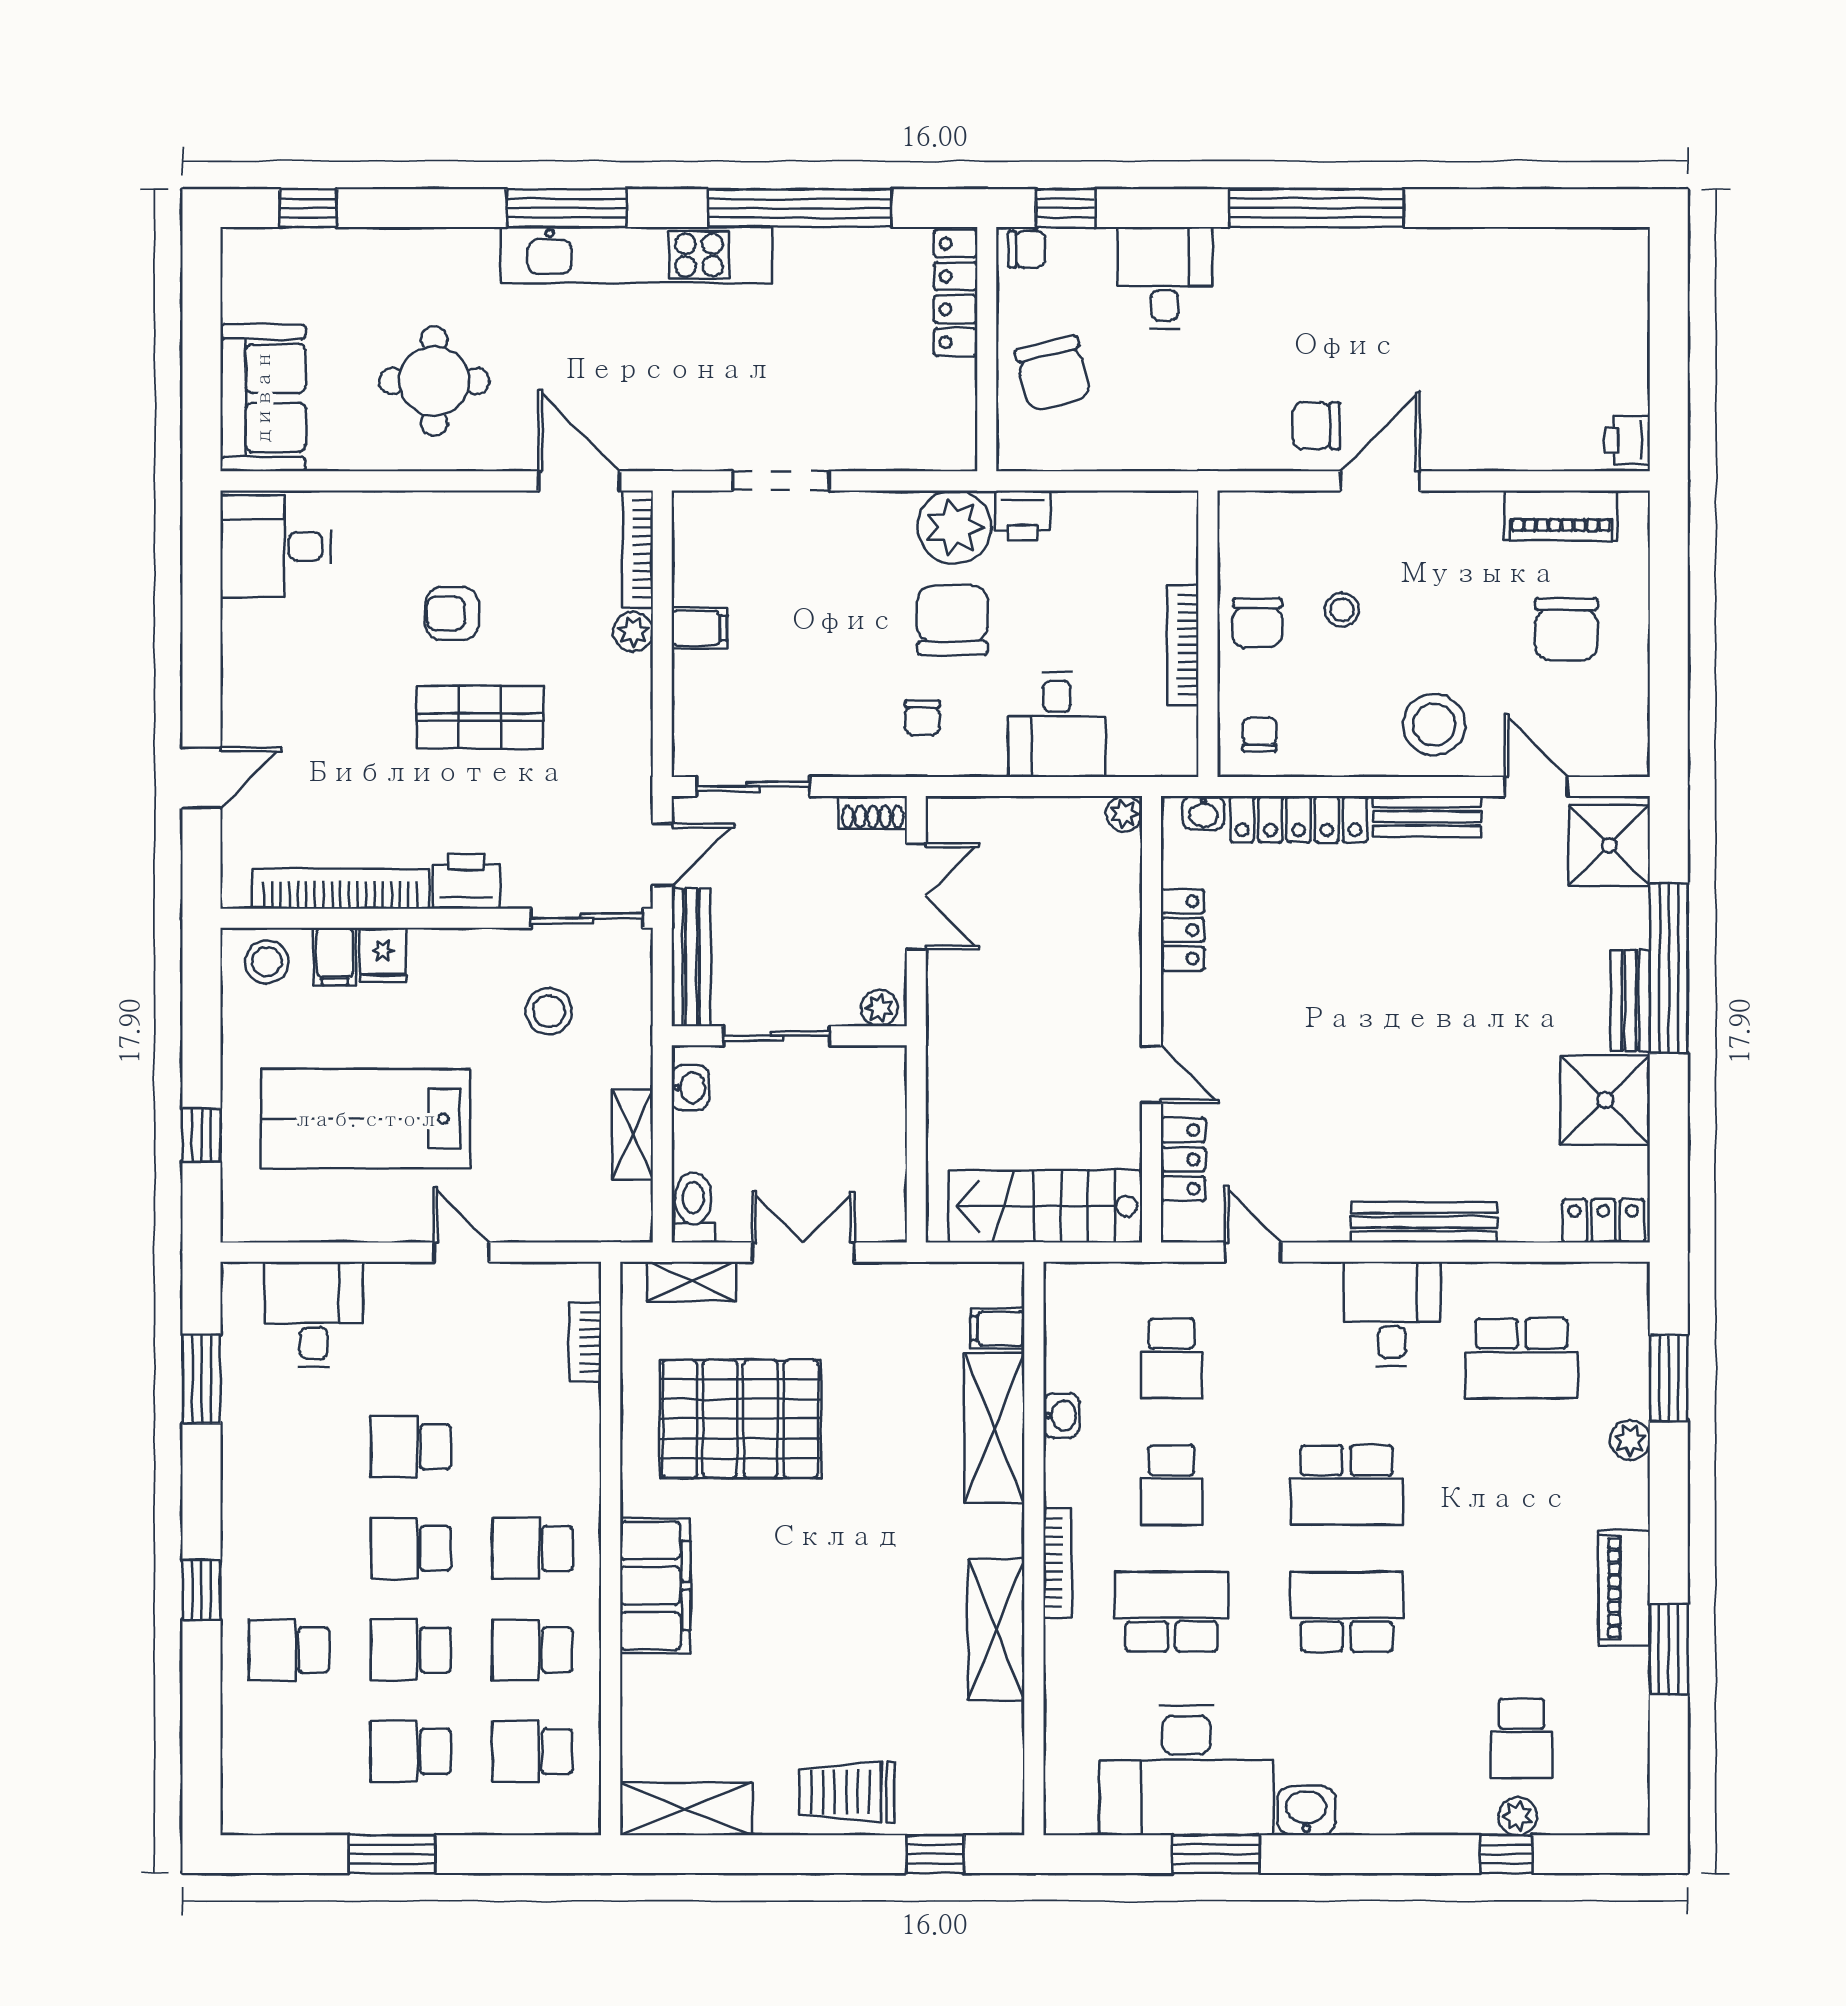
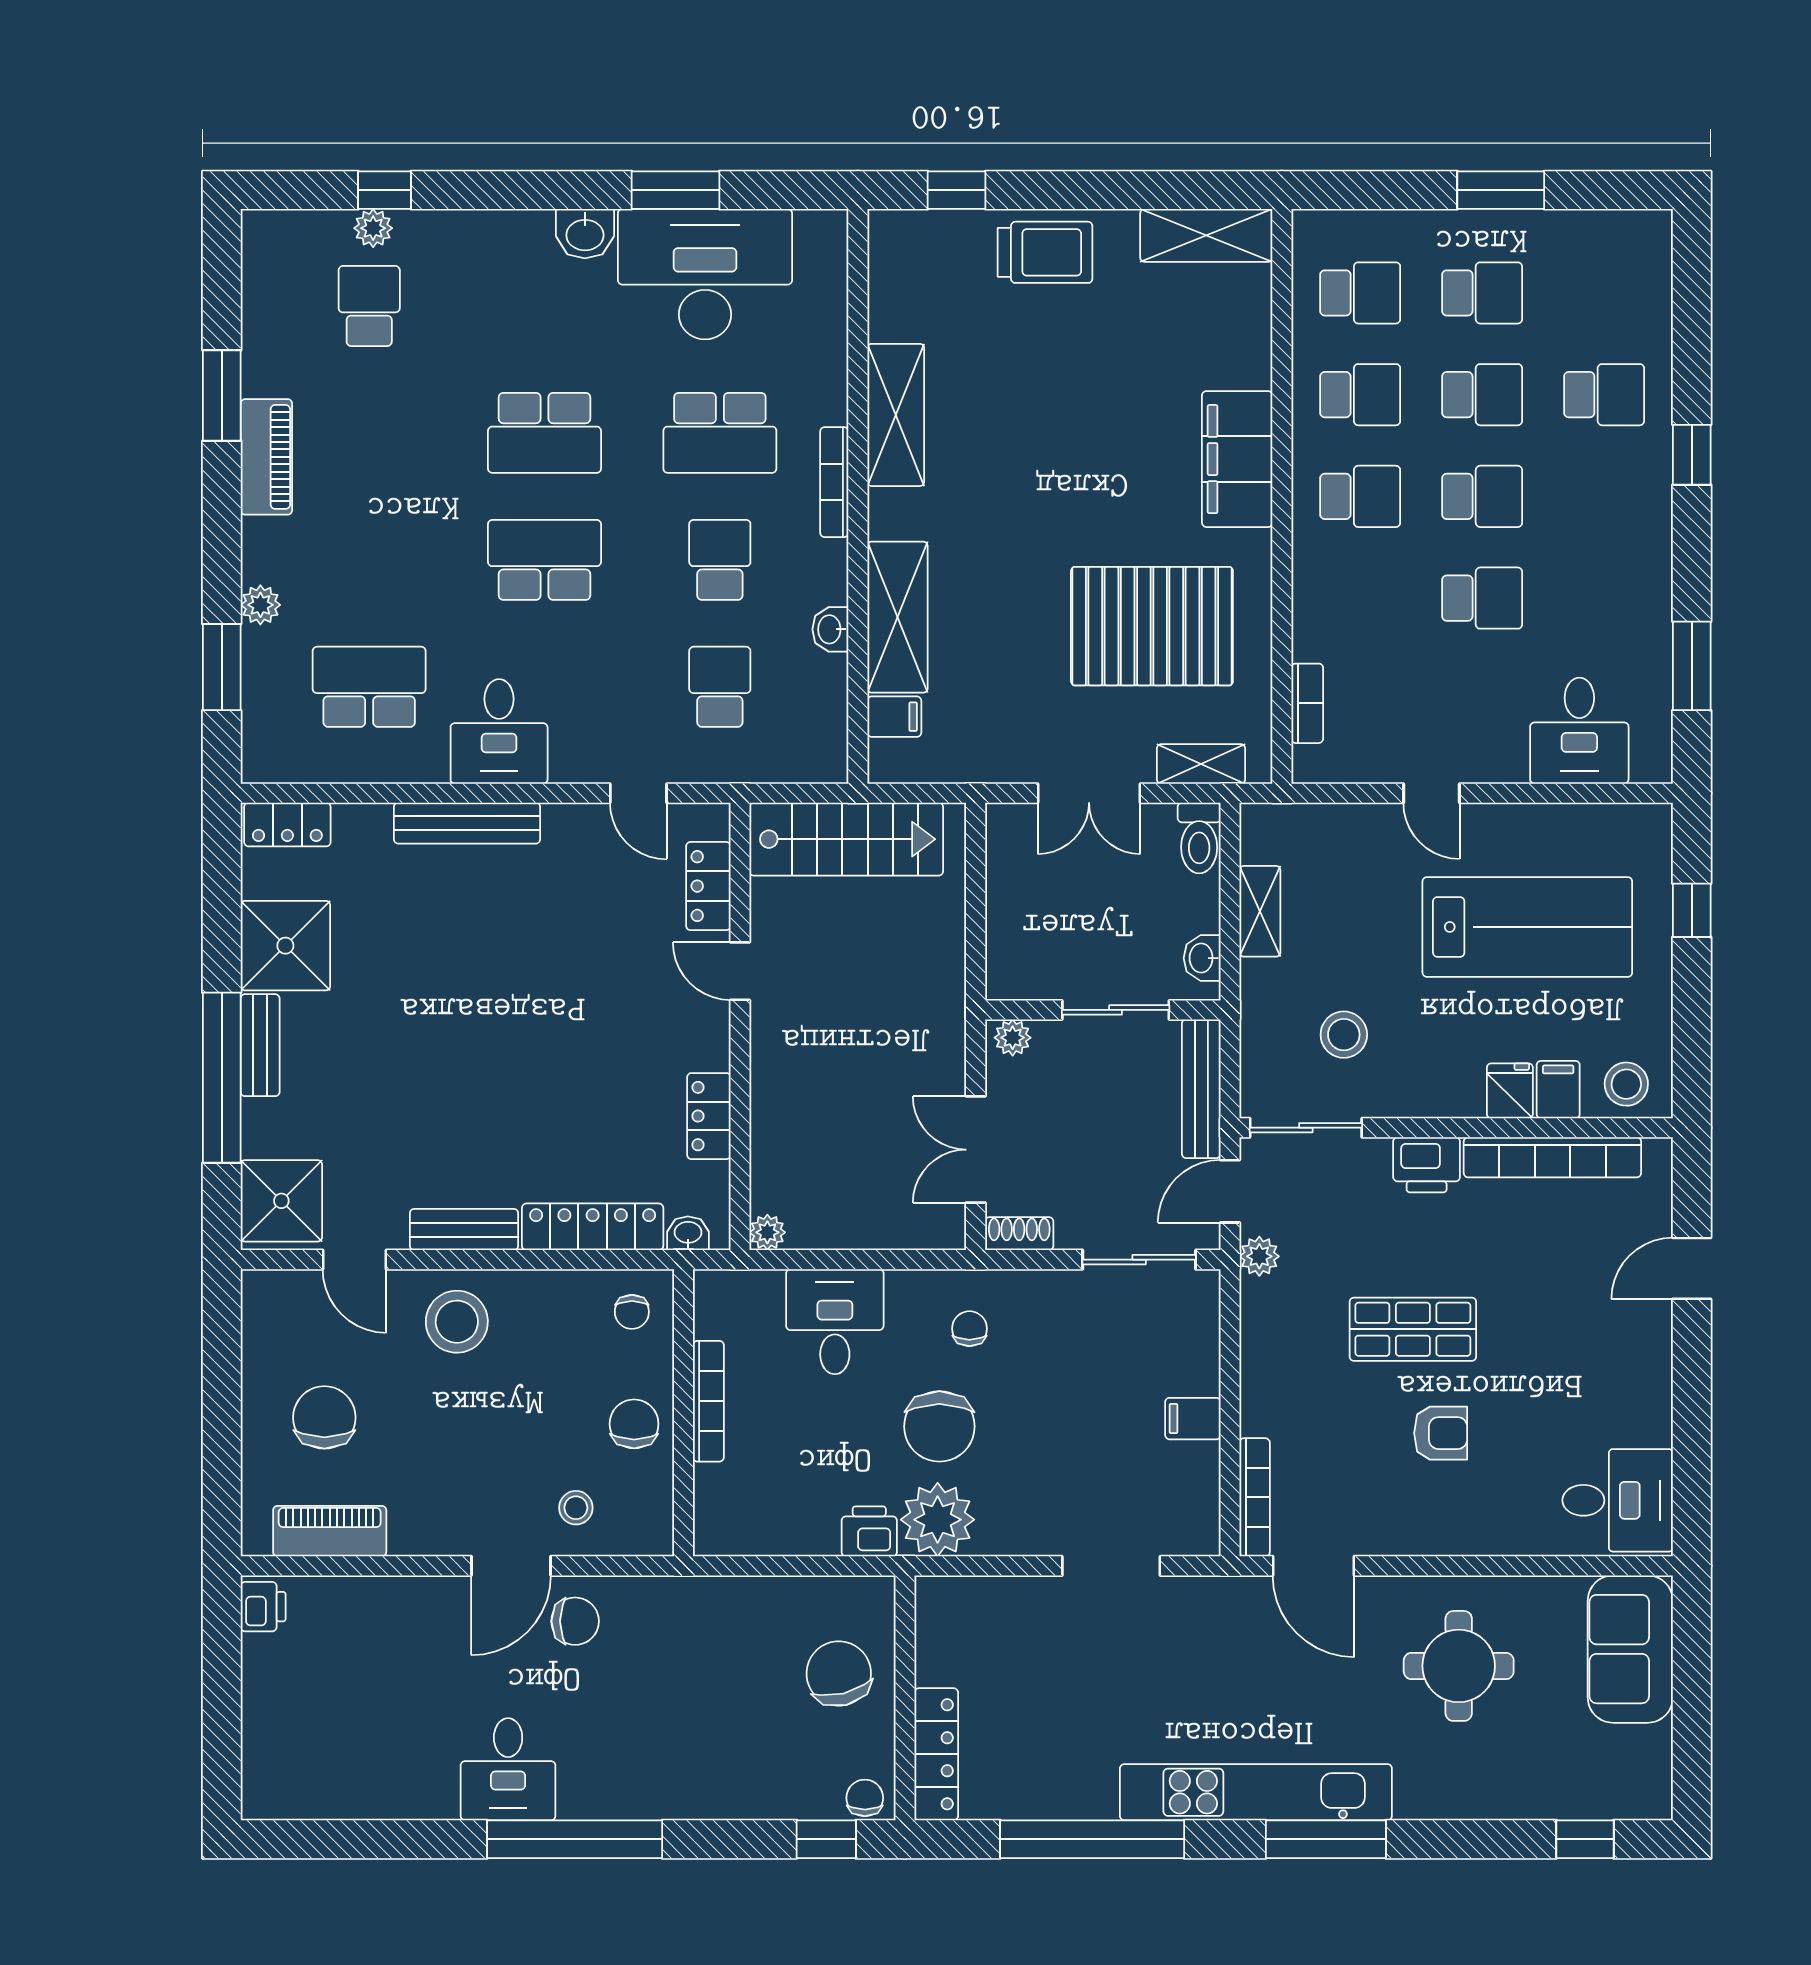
chair: (1027, 249) -> (865, 1798), turned 90
desk: (1165, 278) -> (508, 1769), moved
stool: (1342, 610) -> (576, 1508), moved
plant: (633, 632) -> (1259, 1256), moved

